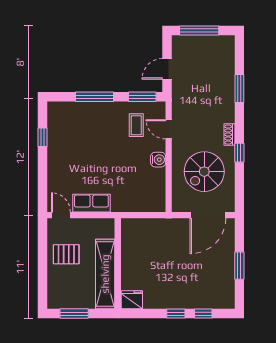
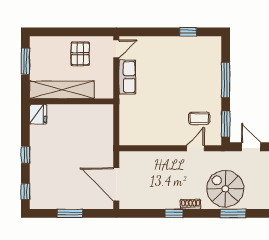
water cooler: (158, 160) -> (167, 139), removed
spiral stairs: (204, 172) -> (225, 189), moved
window: (203, 314) -> (25, 192), moved

